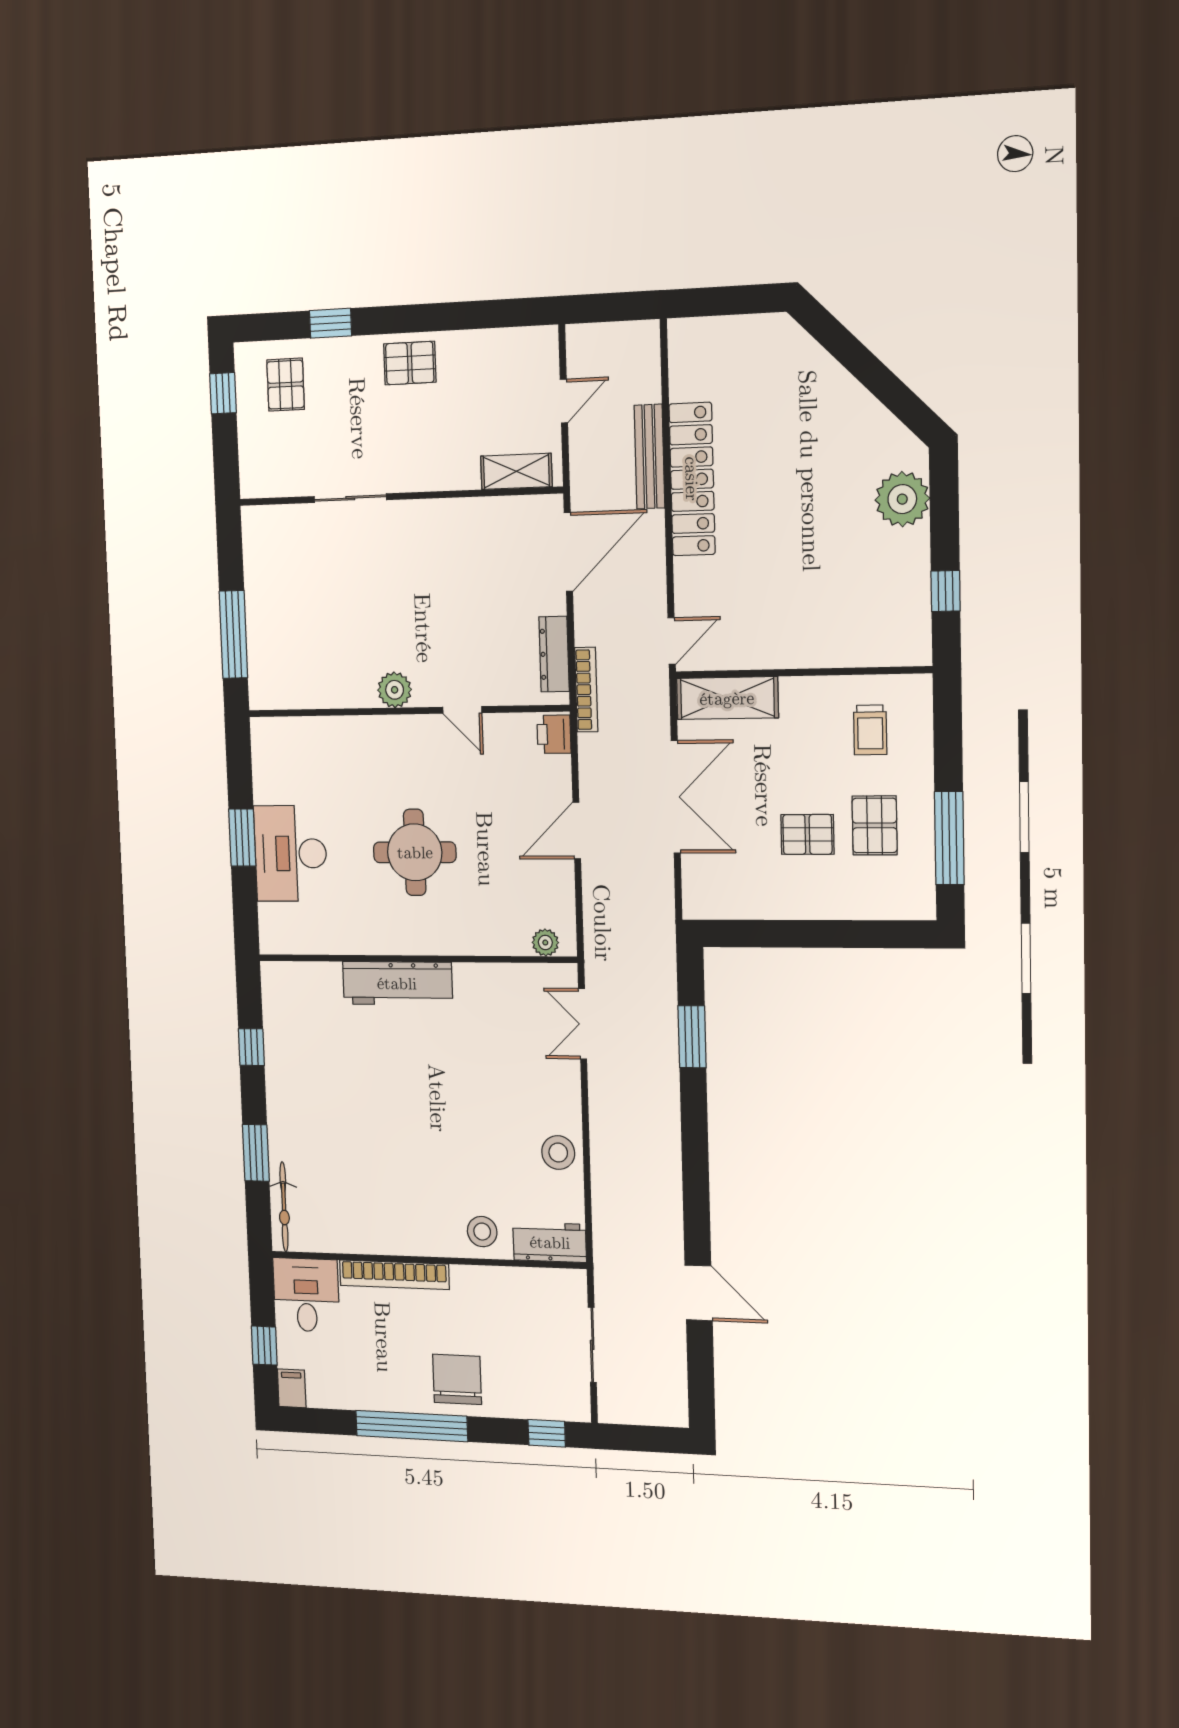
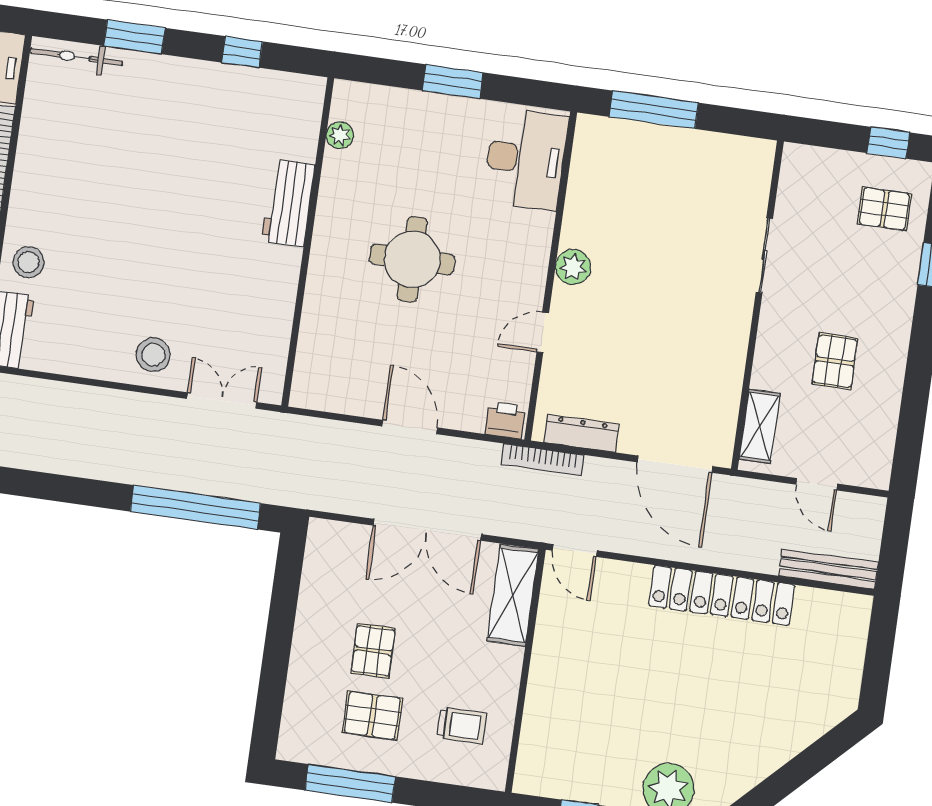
pallet: (410, 363) -> (835, 361), moved
bench: (649, 457) -> (828, 569), moved
trolley: (870, 730) -> (462, 726), turned 180
desk: (291, 853) -> (526, 159), moved, turned 90
plant: (545, 943) -> (340, 135), moved
workbench: (397, 983) -> (288, 203), width x0.73
window: (692, 1037) -> (195, 507), width x2.11
stool: (558, 1153) -> (153, 355), moved

